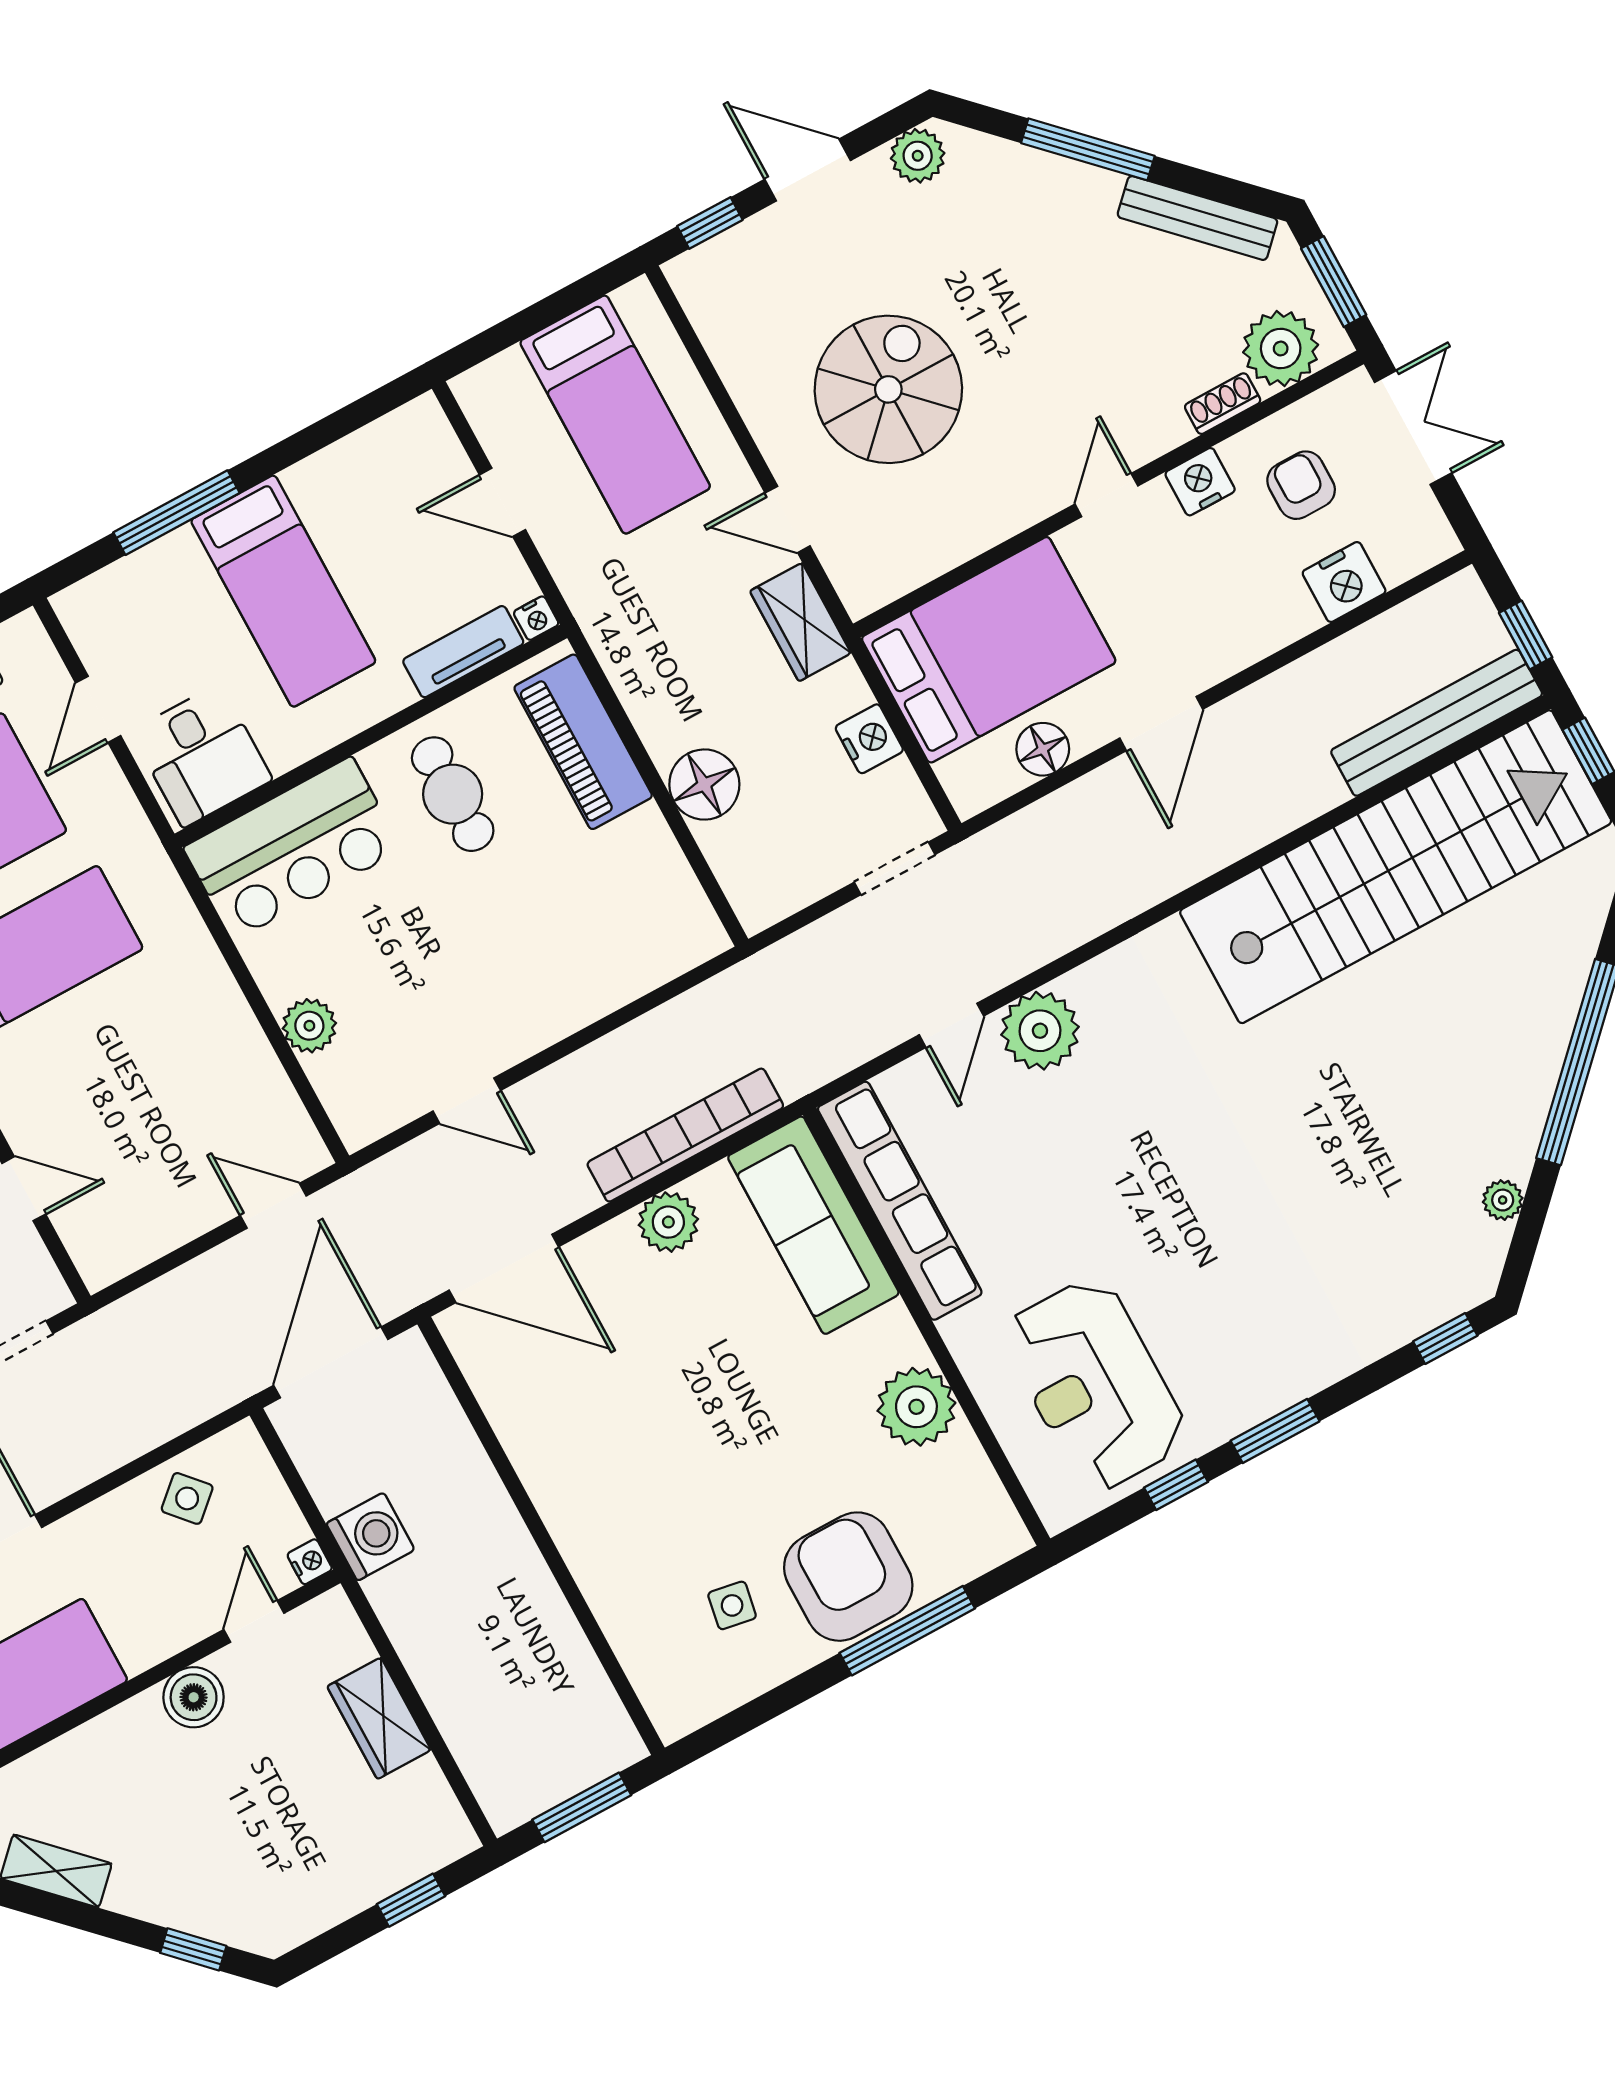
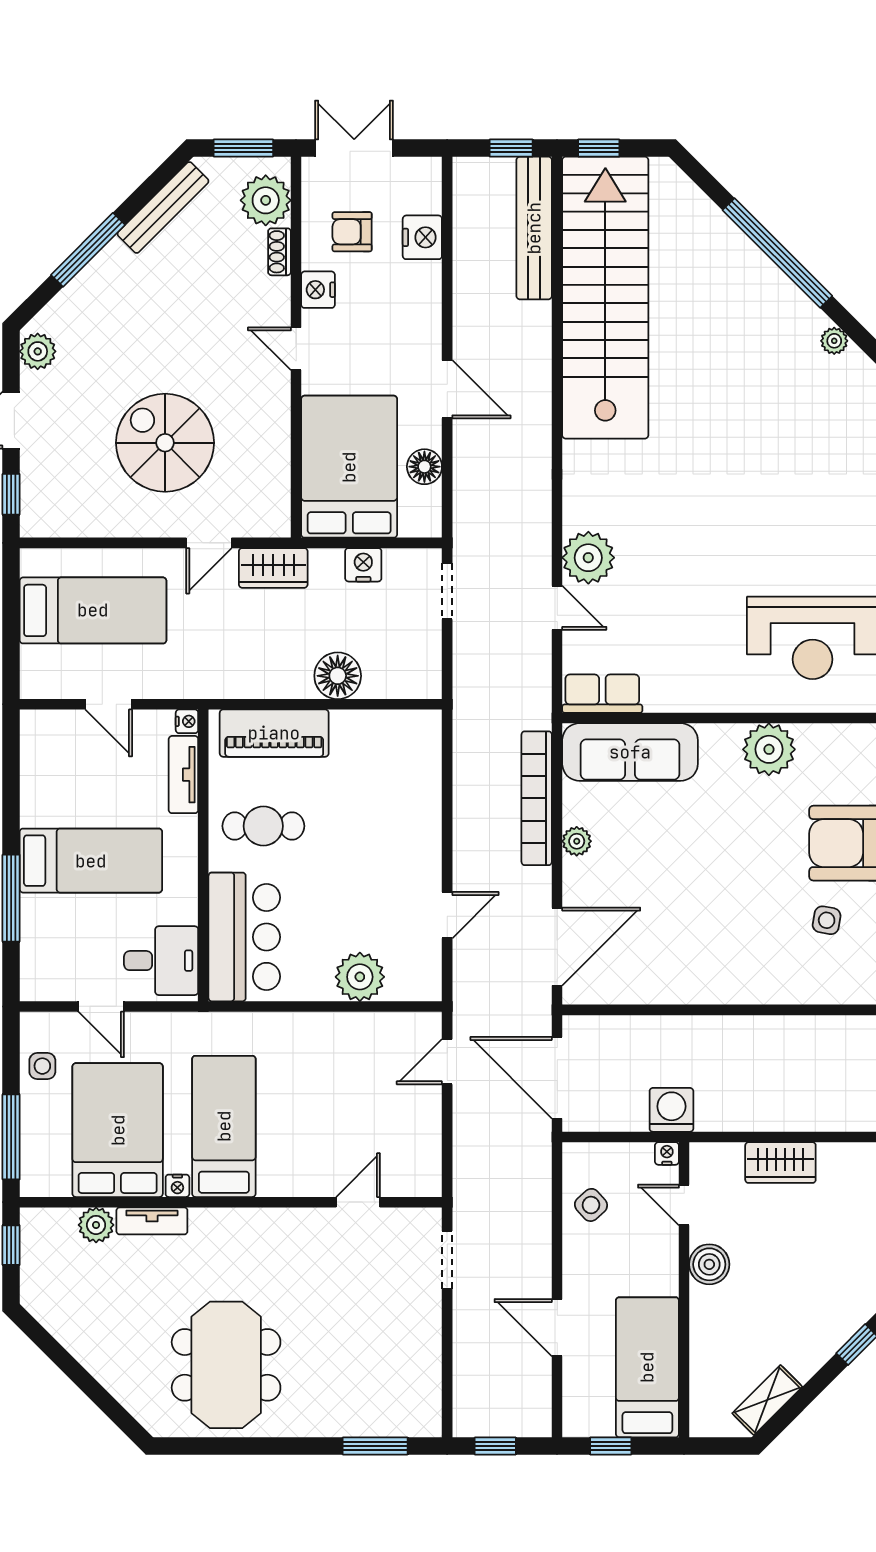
door: (502, 502) -> (109, 704), hinge flipped
plant: (309, 1026) -> (360, 977), width x1.36, depth x1.36
row of seats: (900, 1201) -> (602, 694), width x0.50
plant: (668, 1222) -> (577, 841), width x0.73, depth x0.73

